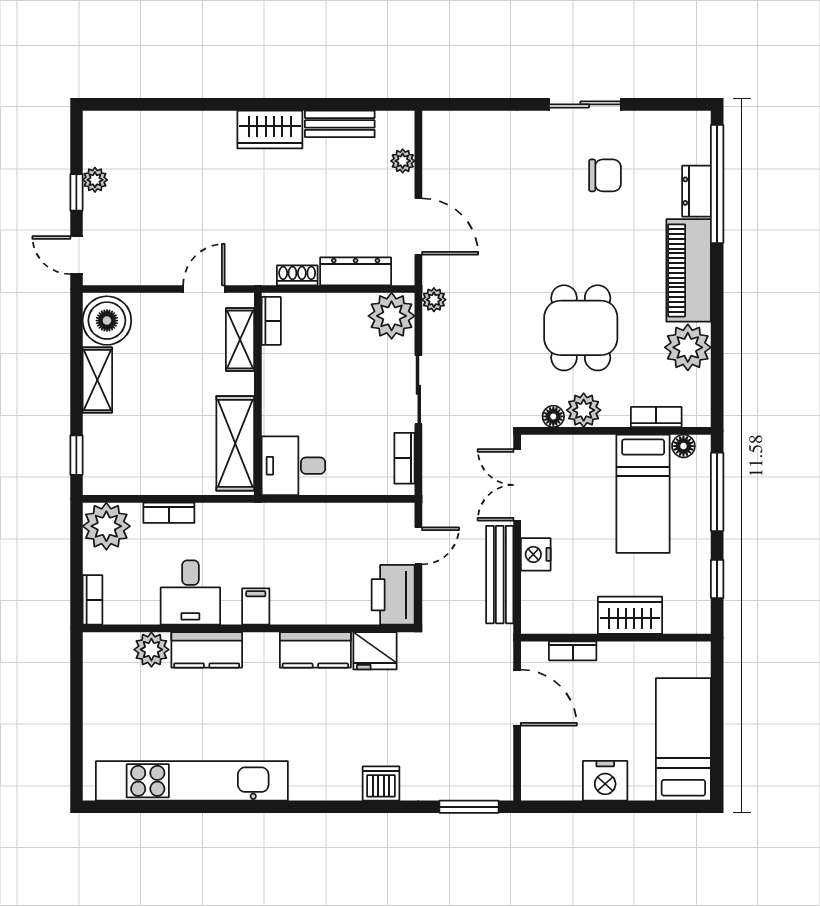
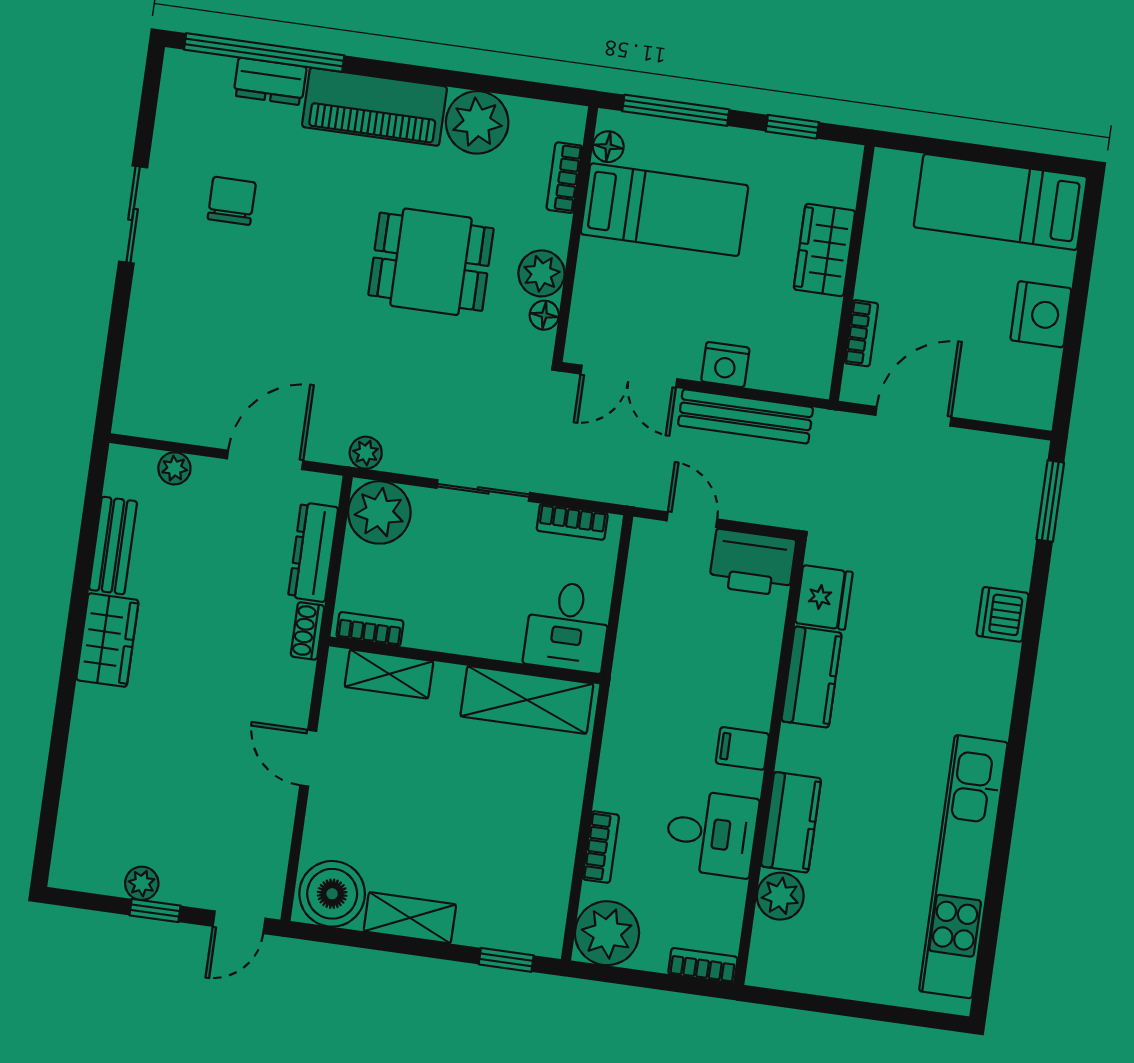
bookcase: (271, 321) -> (370, 629), moved
shelving: (240, 340) -> (389, 674), moved
wall: (258, 394) -> (465, 660), moved
shelving: (235, 443) -> (527, 700), moved
desk: (293, 466) -> (568, 626), moved

